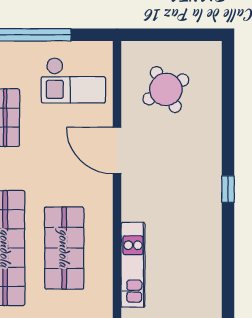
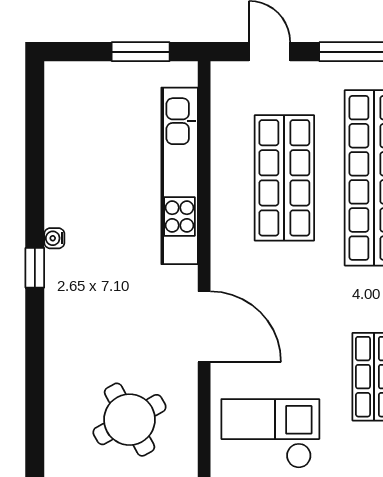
water cooler: (215, 208) -> (54, 238), added
kitchen unit: (133, 265) -> (180, 176), width x1.36

